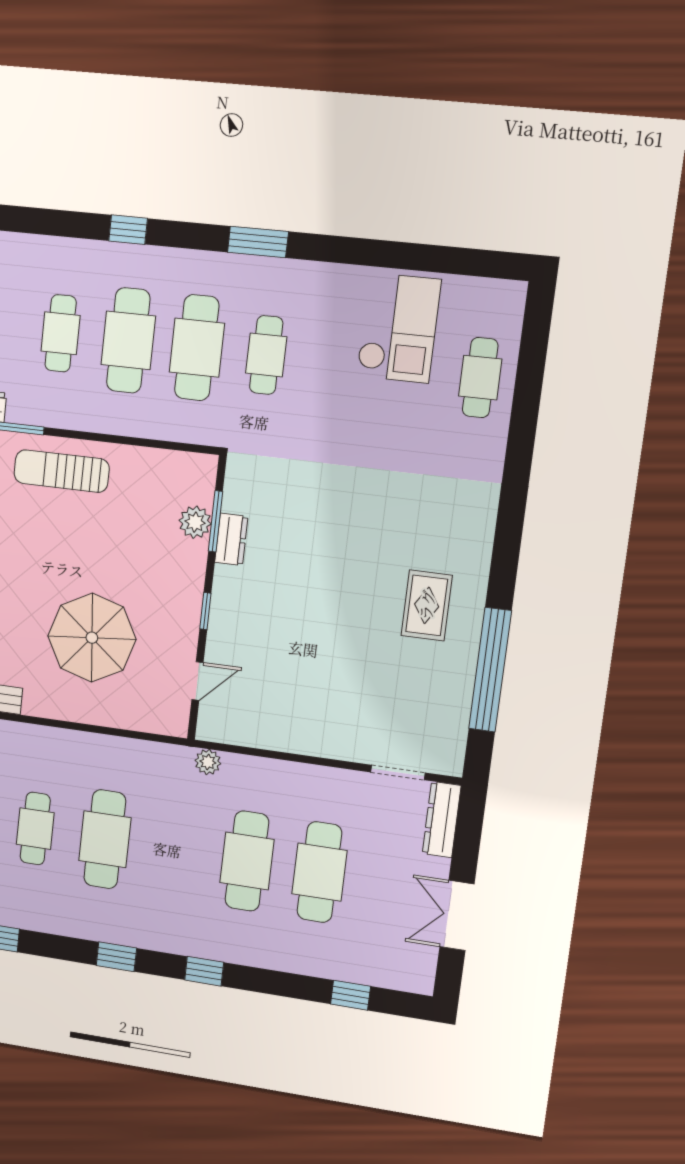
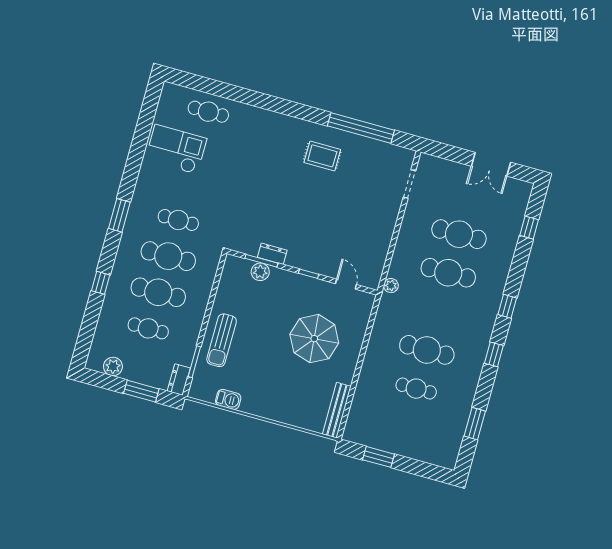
dresser: (442, 820) -> (438, 165), removed

